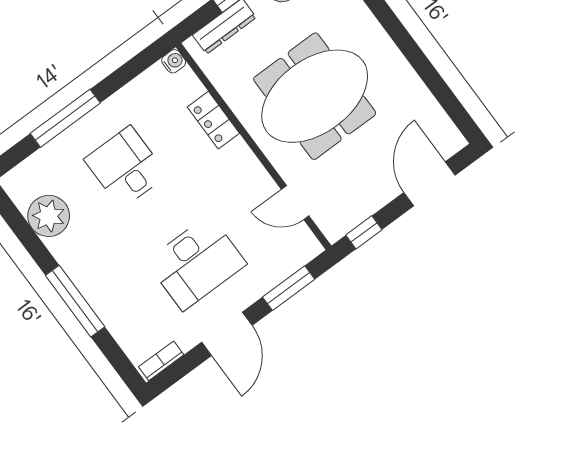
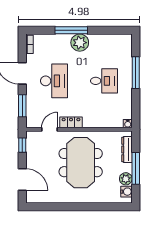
locker: (213, 120) -> (71, 122), moved
plant: (49, 216) -> (80, 43), moved
desk: (196, 263) -> (54, 81), turned 180

